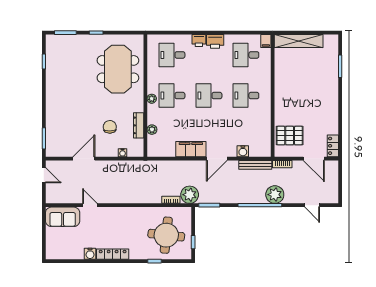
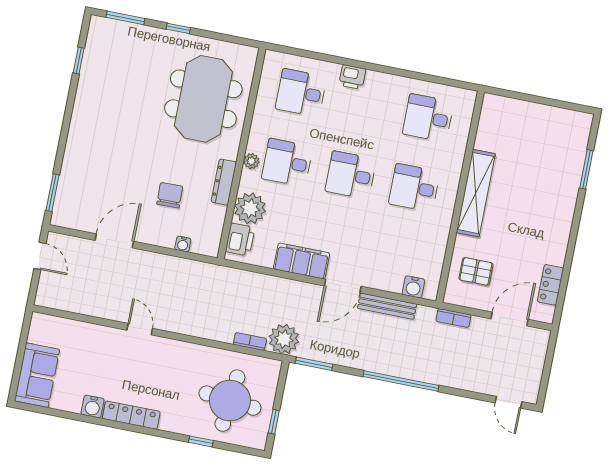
printer: (215, 41) -> (240, 240), moved, turned -90
filing cabinet: (266, 41) -> (467, 101), removed
shelving: (299, 41) -> (476, 193), moved, turned 90
dresser: (139, 125) -> (224, 182), moved
plant: (152, 130) -> (250, 208), width x1.87, depth x1.87
pallet: (290, 136) -> (476, 271), width x0.67, depth x0.71
locker: (333, 146) -> (550, 285), moved
water cooler: (243, 151) -> (413, 287), moved
door: (314, 159) -> (510, 319), swing flipped
bench: (255, 165) -> (387, 306), moved
plant: (275, 195) -> (430, 368), removed
door: (90, 205) -> (140, 329), moved
door: (312, 205) -> (508, 402), moved
sofa: (63, 217) -> (37, 375), moved, turned -90

